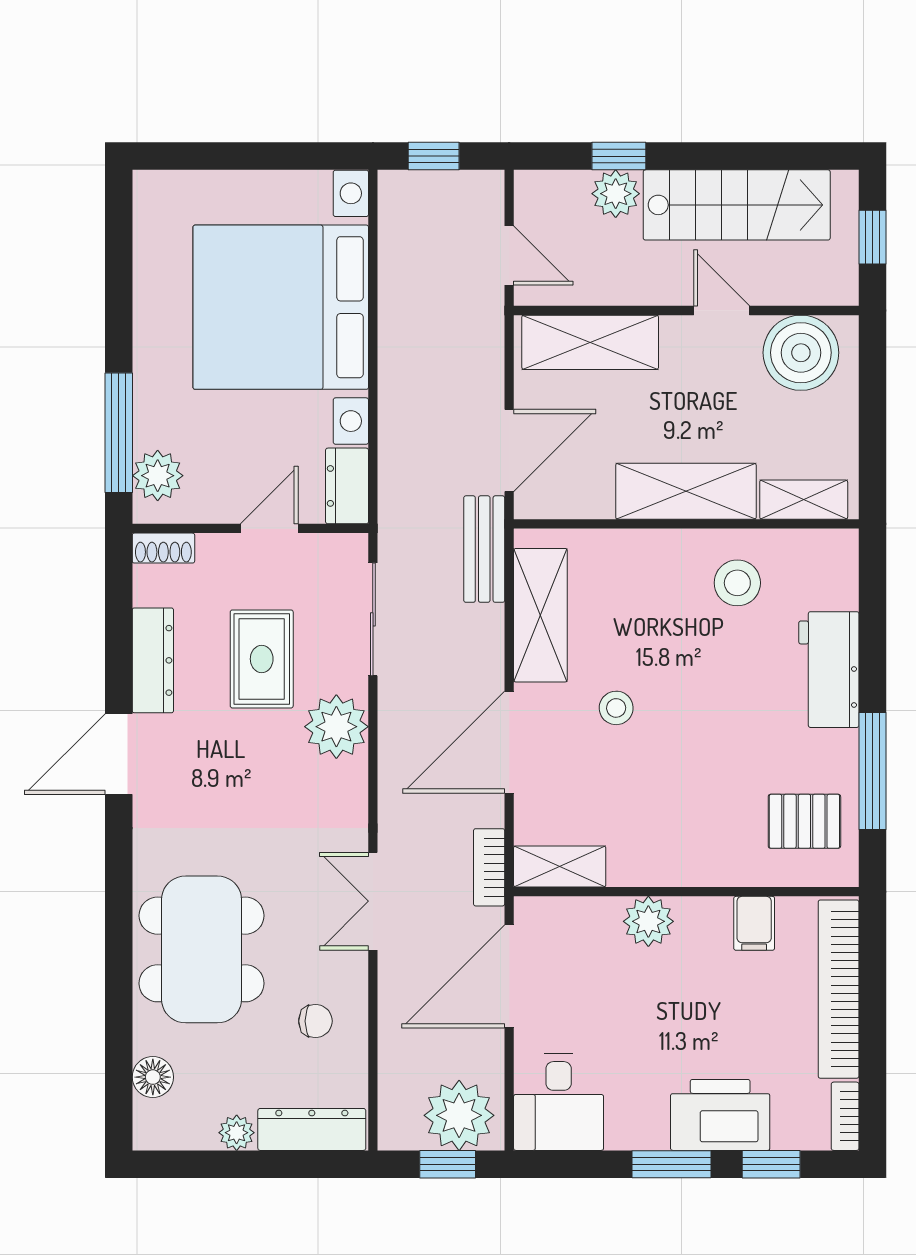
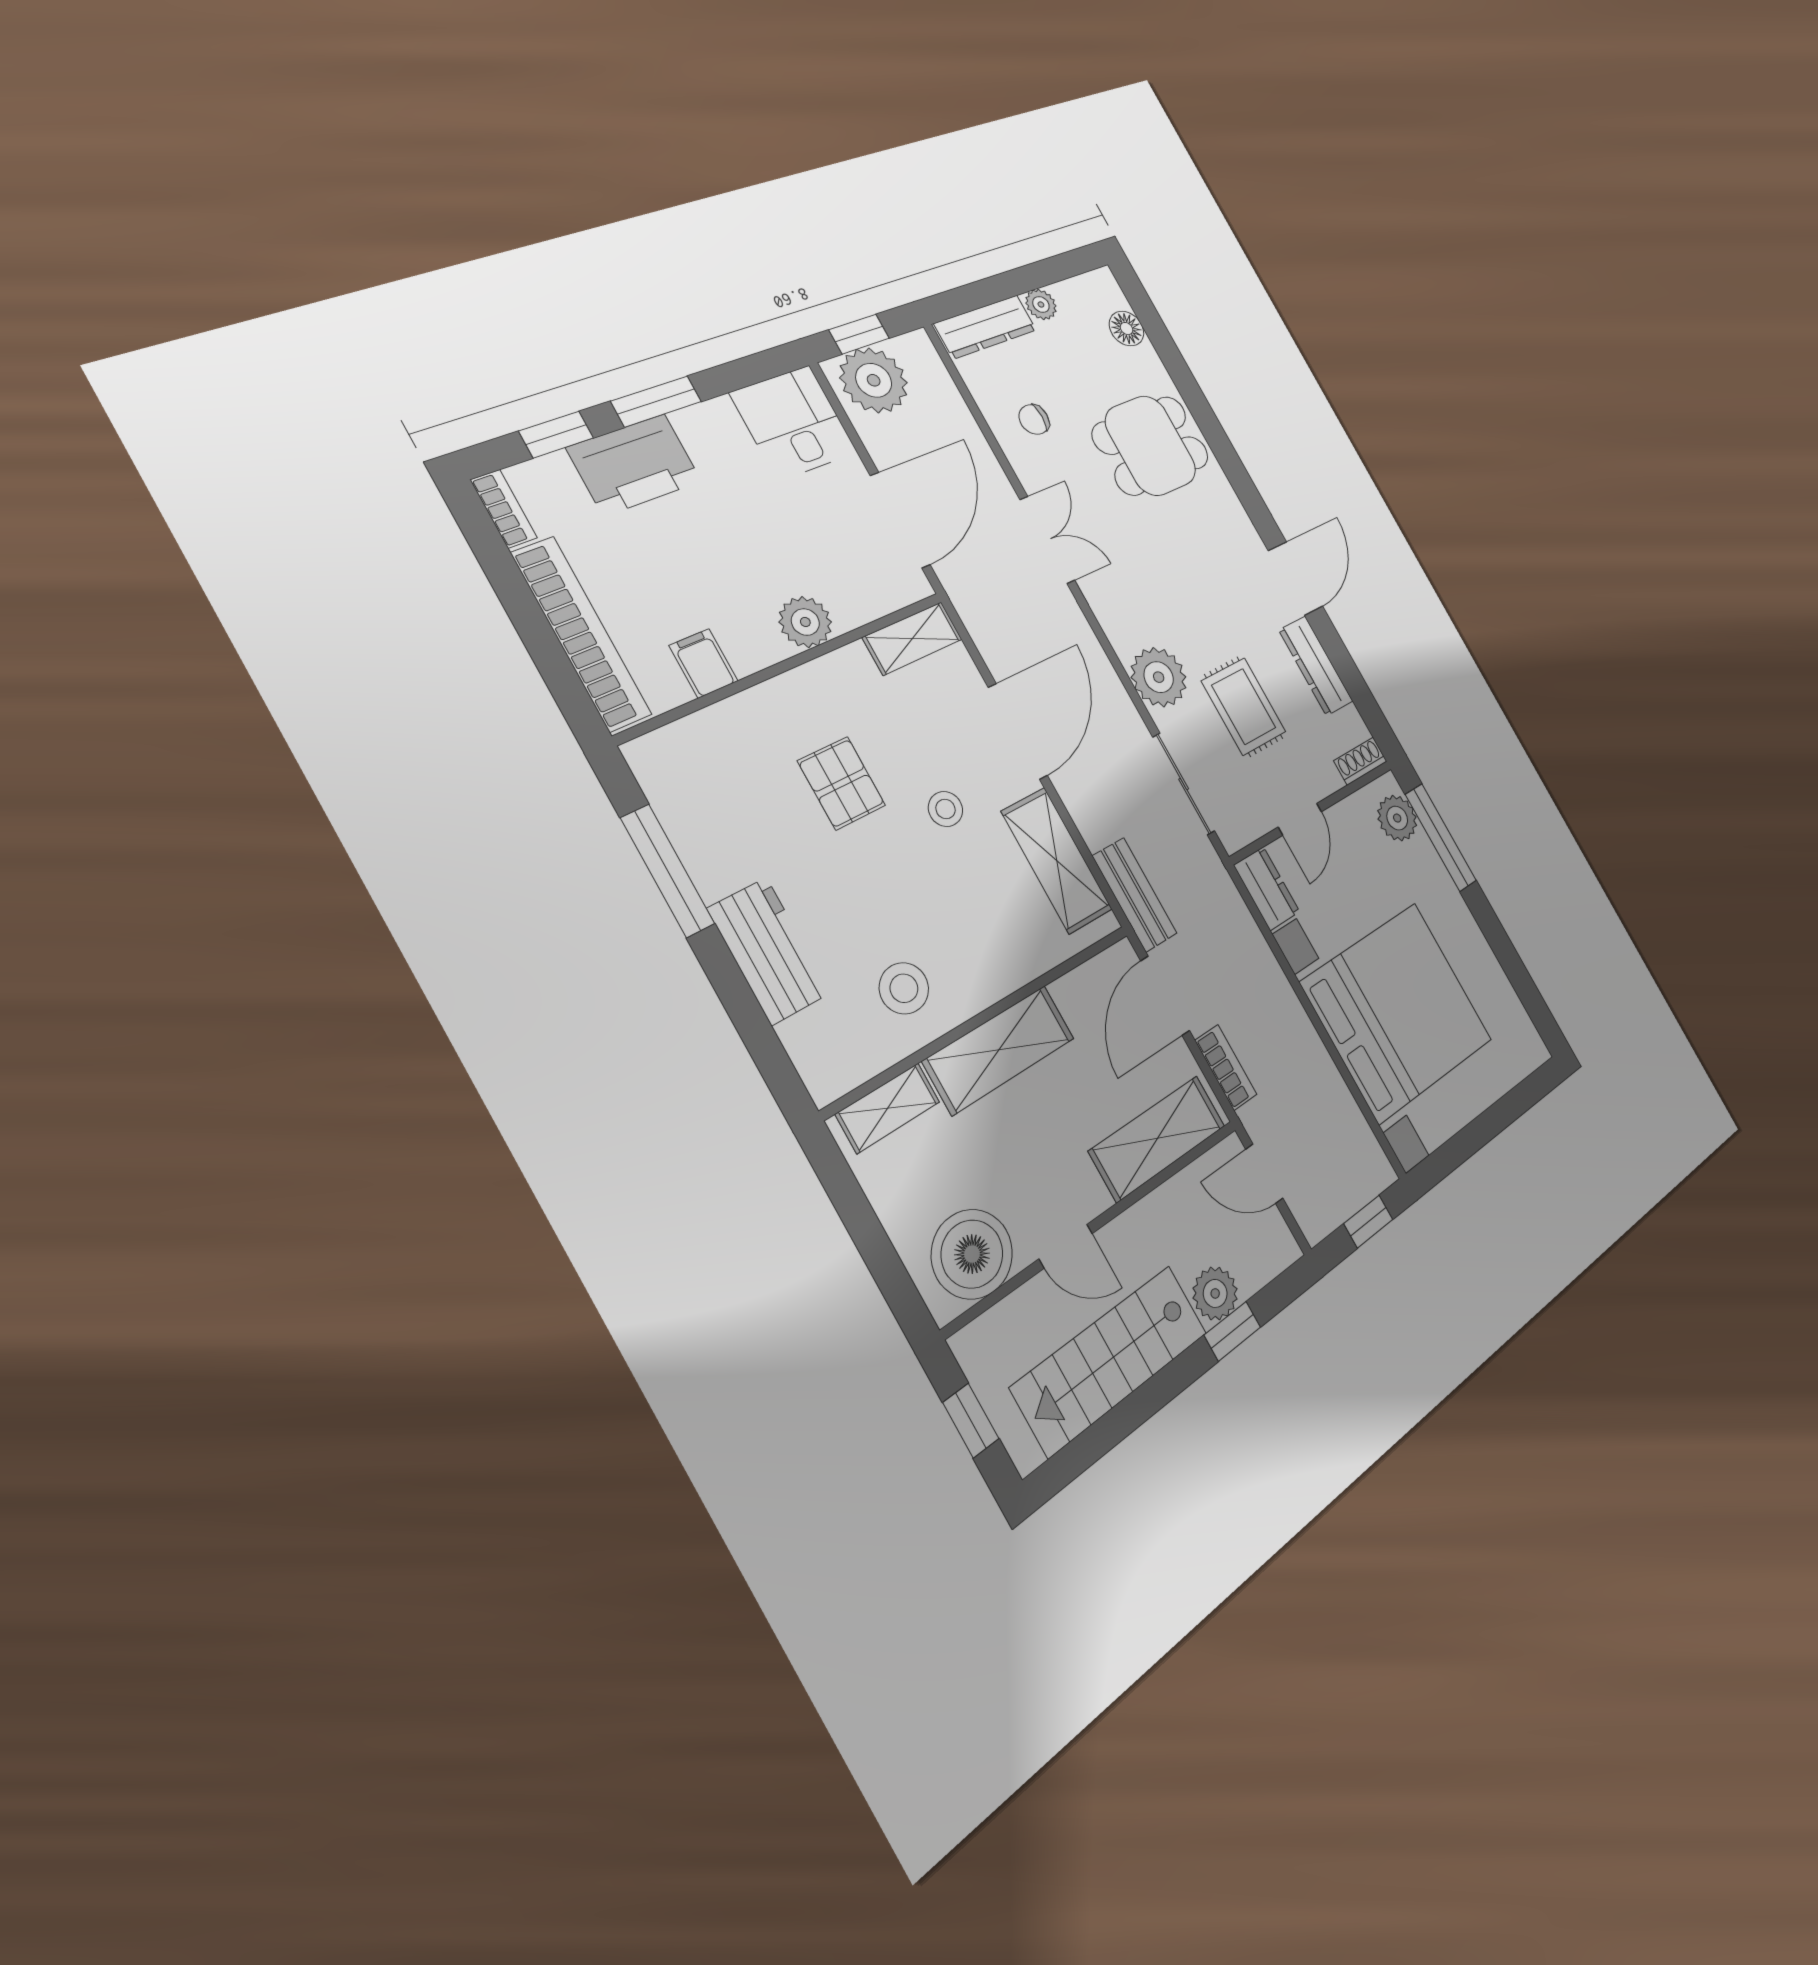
pallet: (804, 821) -> (842, 783), moved, turned 90
bookcase: (489, 867) -> (1226, 1067), moved
dining table: (202, 949) -> (1151, 446), width x0.73

